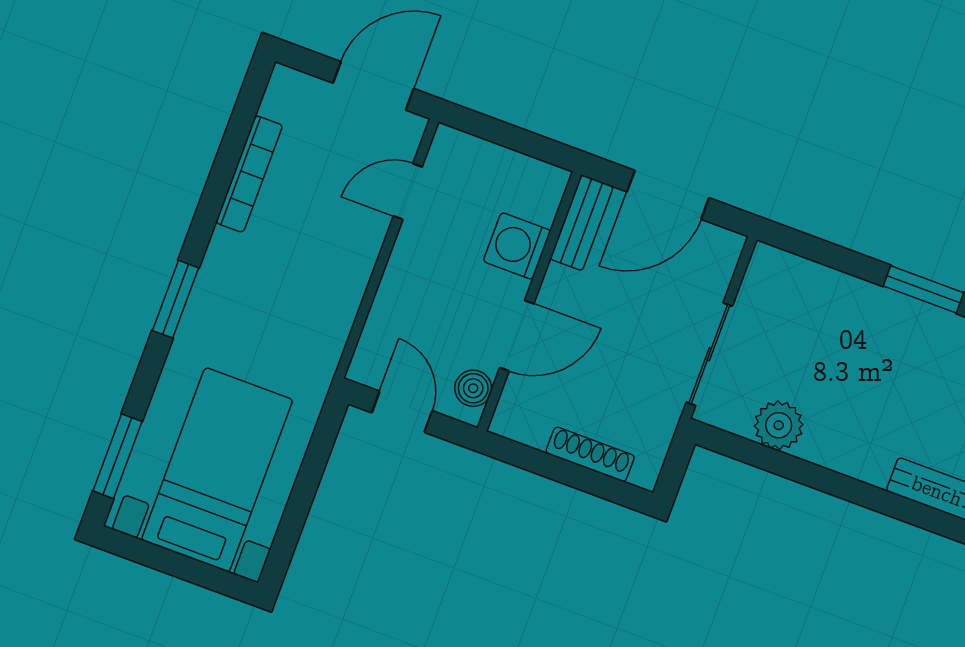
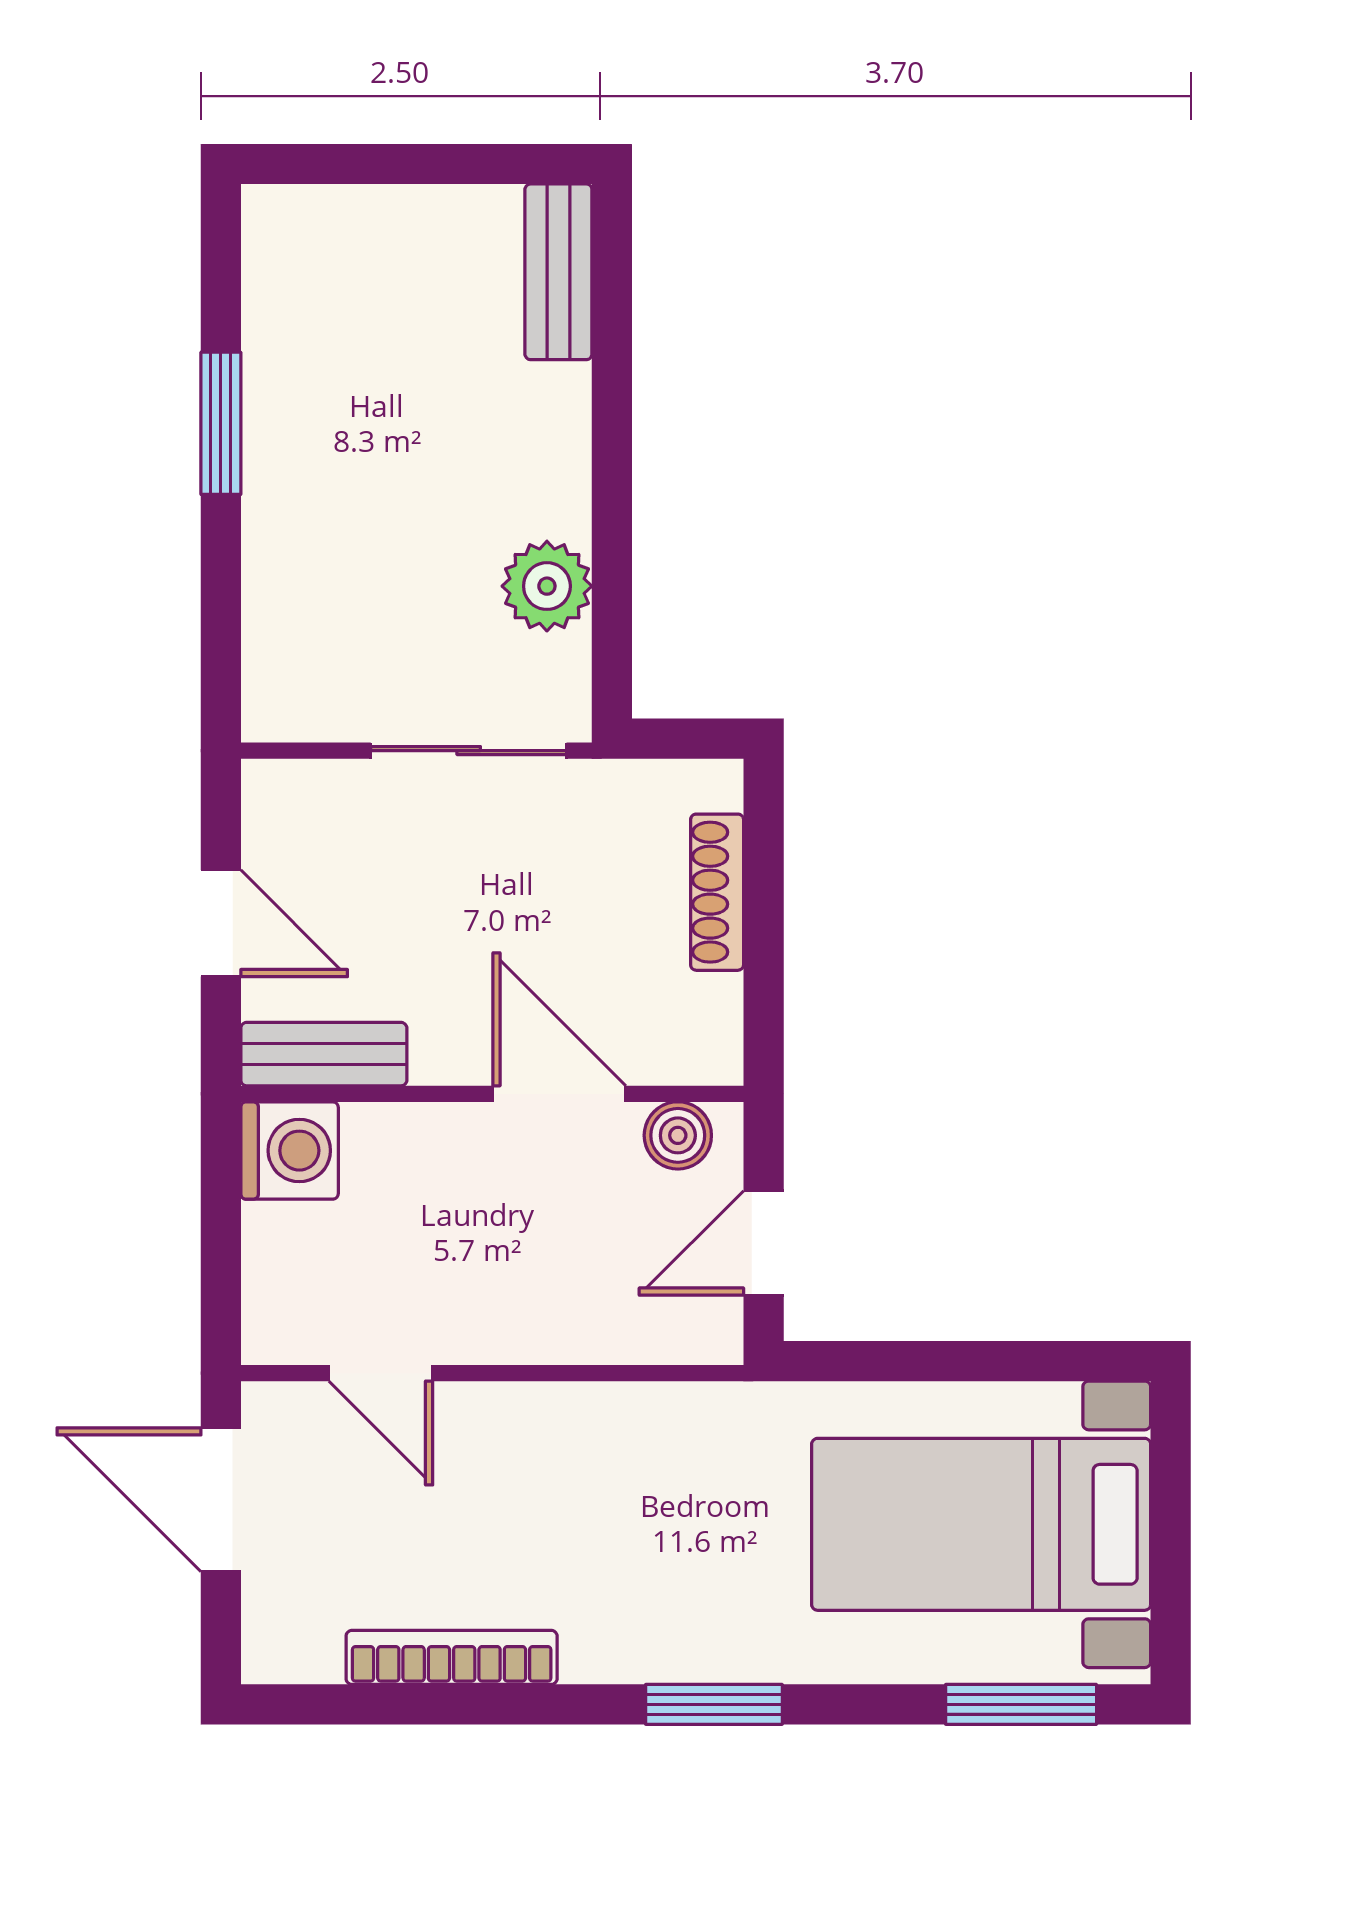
door: (668, 195) -> (221, 923), width x0.73
washing machine: (517, 246) -> (290, 1151), moved, turned -90

